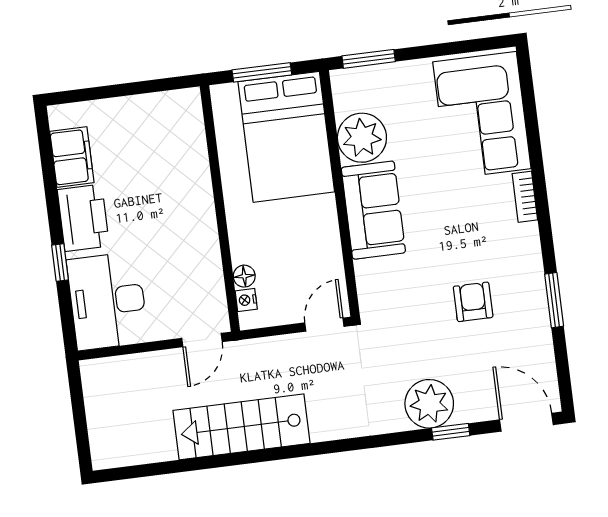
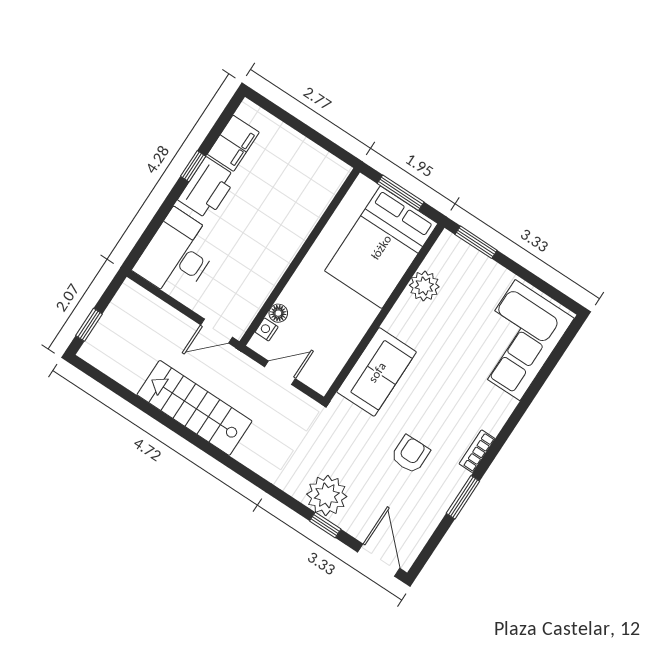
plant: (362, 138) -> (424, 286), width x0.73, depth x0.73
bookcase: (525, 197) -> (477, 451), moved
sofa: (373, 210) -> (377, 372), moved
window: (60, 262) -> (193, 166), moved
door: (324, 325) -> (280, 373), moved
window: (82, 433) -> (89, 325), added

